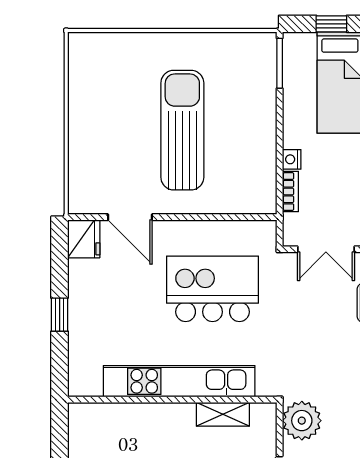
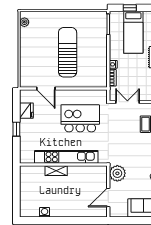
plant: (79, 58) -> (24, 22), added
fridge: (84, 239) -> (26, 111), moved
double door: (326, 249) -> (127, 102), swing flipped
shelving: (223, 414) -> (56, 171), moved

